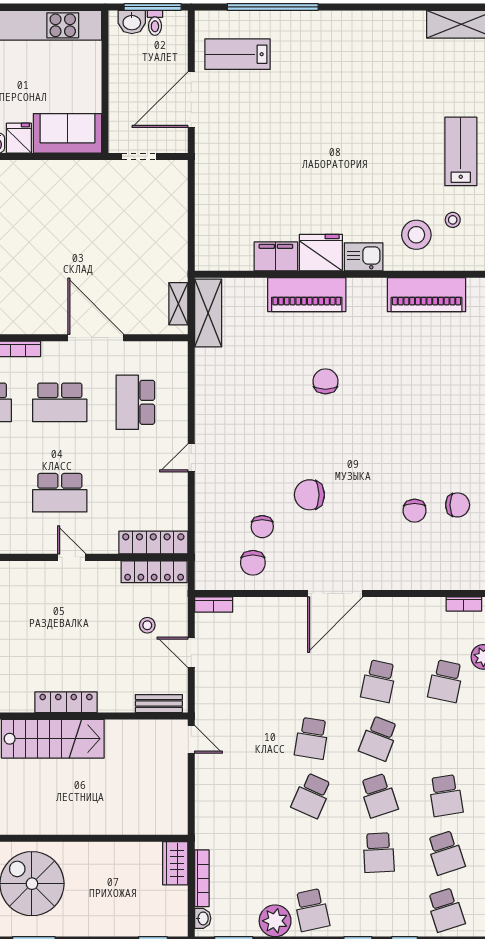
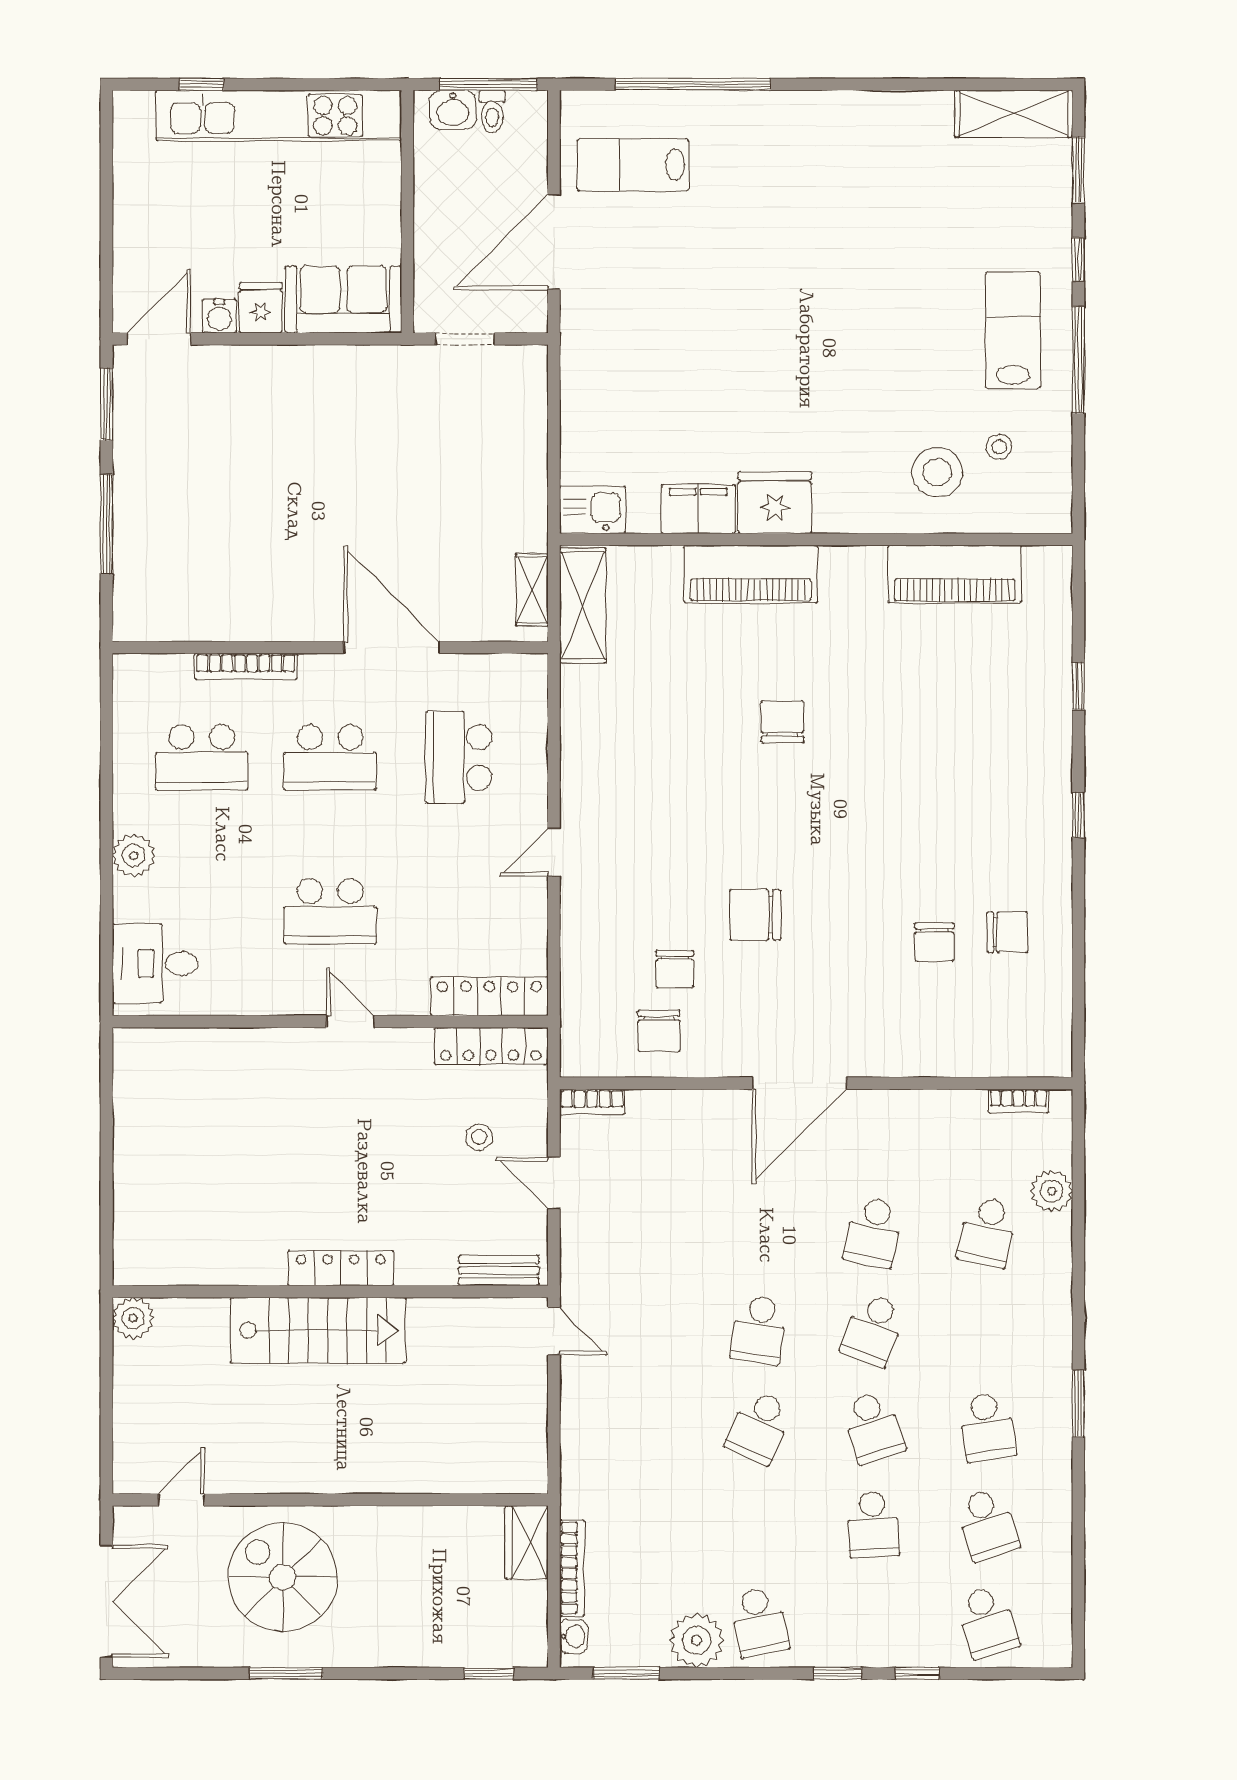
kitchen sink: (364, 257) -> (593, 510), moved

